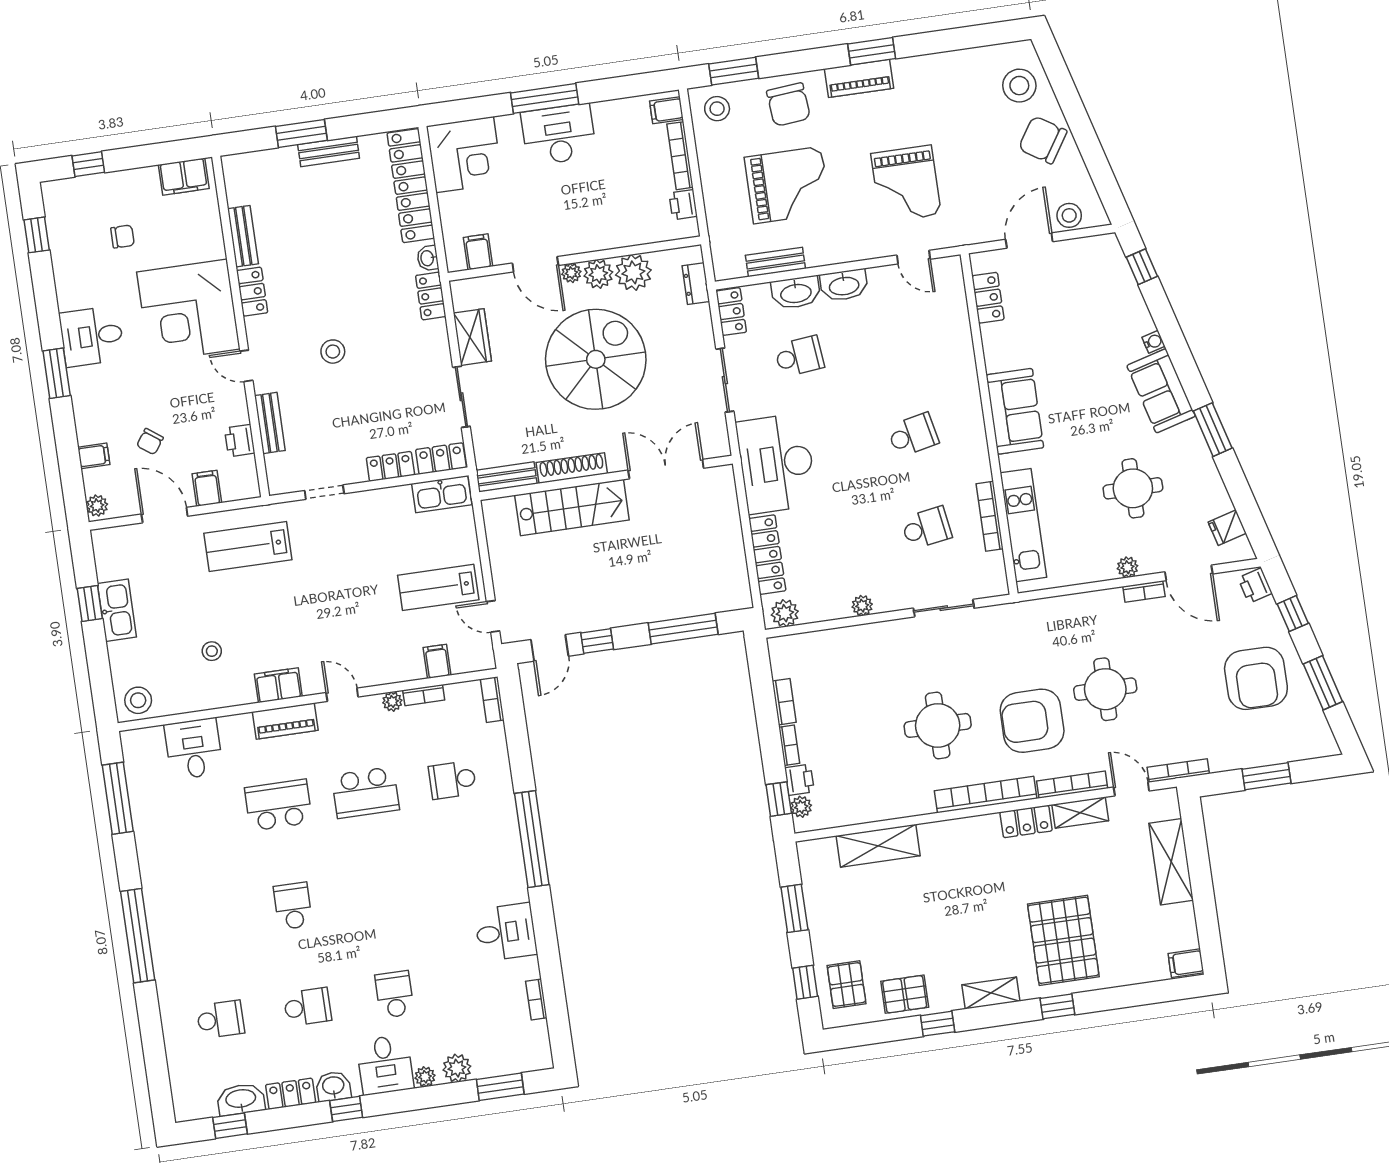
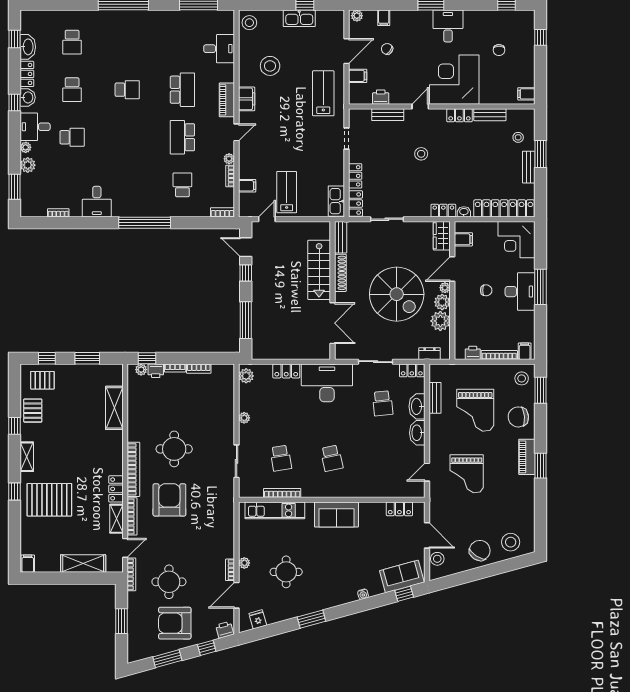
filing cabinet: (184, 177) -> (526, 94), width x0.50
stool: (277, 179) -> (518, 137), added
grand piano: (906, 184) -> (467, 474), turned -90
chair: (565, 197) -> (486, 290), added
wardrobe: (472, 337) -> (442, 236), moved, turned 90
sofa: (1161, 391) -> (402, 577), moved
locker: (767, 555) -> (286, 371), width x0.66
stool: (212, 651) -> (270, 66), width x1.89, depth x1.89
round table: (1105, 689) -> (169, 582), moved

